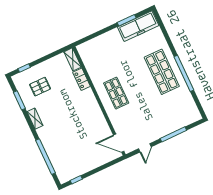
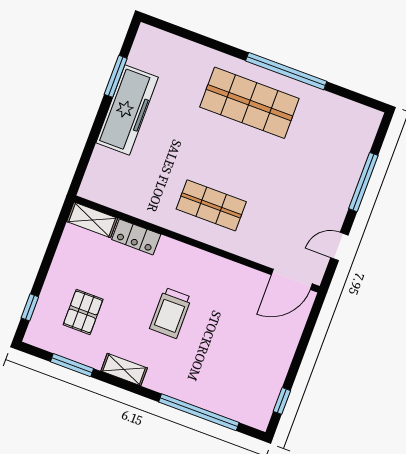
freezer: (138, 26) -> (127, 110), moved
trolley: (68, 115) -> (171, 313), added
door: (145, 148) -> (339, 246), swing flipped

